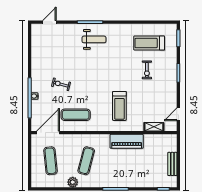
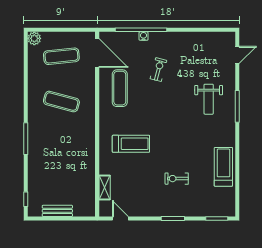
door: (49, 22) -> (237, 55), hinge flipped
weight bench: (94, 39) -> (209, 99), moved
treadmill: (149, 43) -> (223, 167), moved
treadmill: (119, 106) -> (131, 144), turned 180
piano: (127, 141) -> (86, 153), removed
plant: (73, 182) -> (34, 38), moved

